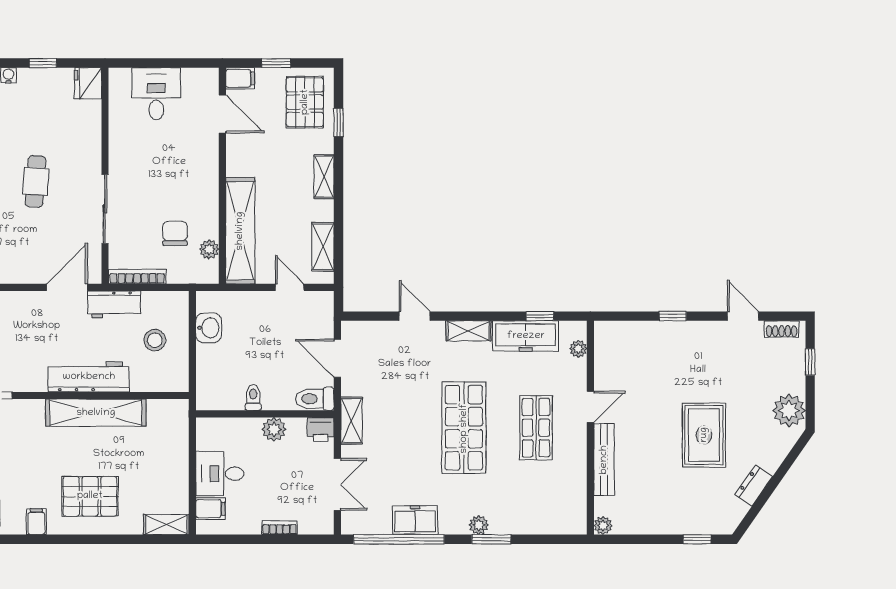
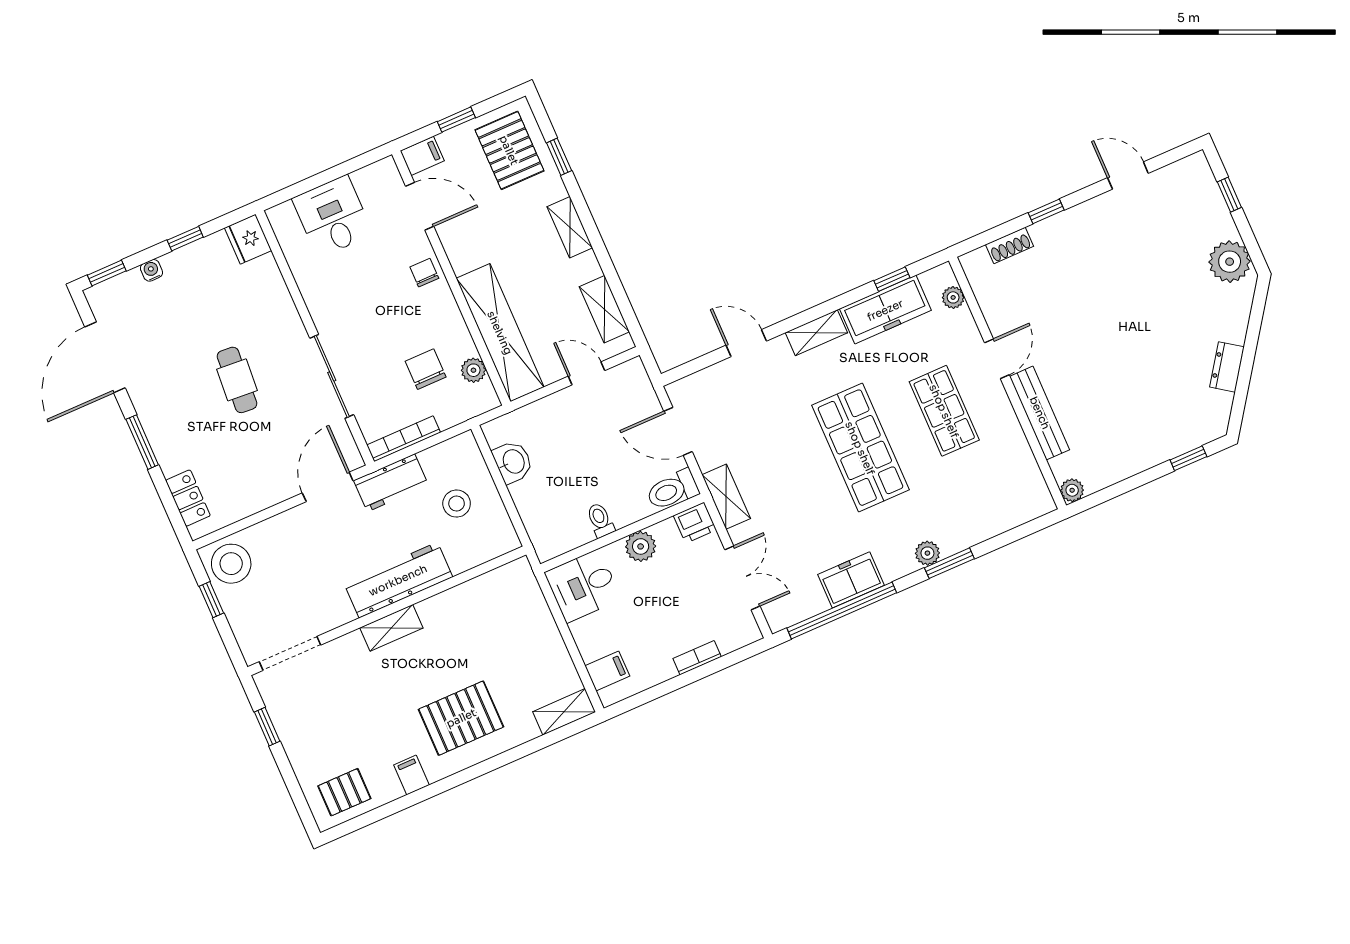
chair: (205, 163) -> (424, 273), added
shoe rack: (782, 329) -> (1009, 245), moved
shelving: (96, 413) -> (391, 628), width x0.45, depth x0.75
rug: (704, 435) -> (1143, 334), removed
desk: (220, 474) -> (583, 586), moved

